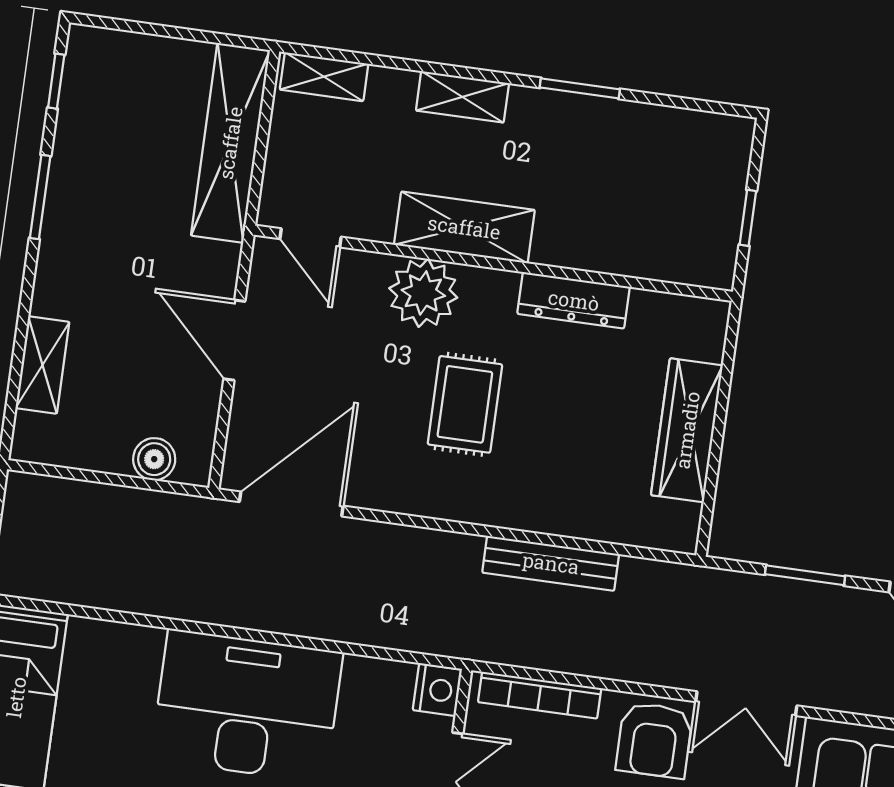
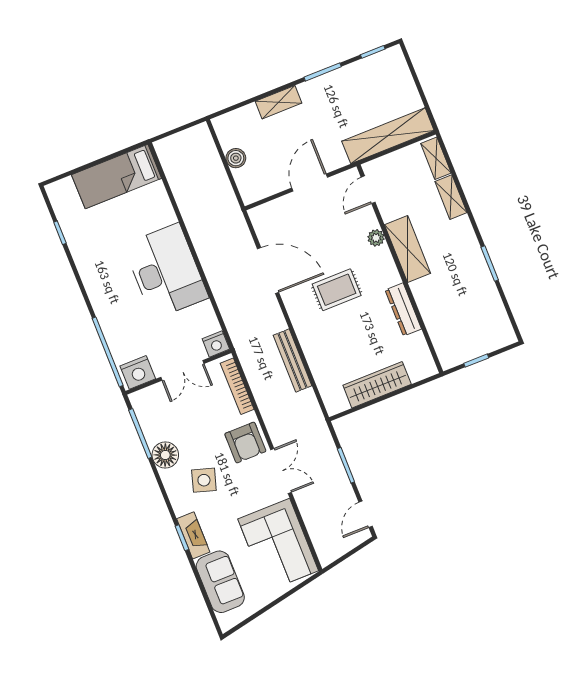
shelving: (462, 97) -> (451, 197), moved
plant: (423, 293) -> (376, 238), width x0.53, depth x0.53
shelving: (42, 365) -> (279, 102), moved
boiler: (154, 459) -> (236, 158), moved
door: (291, 504) -> (268, 271), moved
double door: (746, 704) -> (281, 471), swing flipped
armchair: (654, 740) -> (245, 443), turned -90

